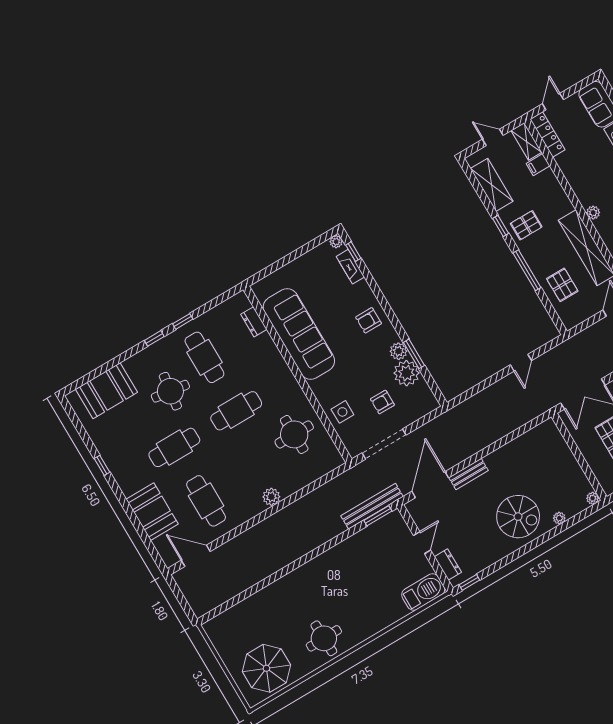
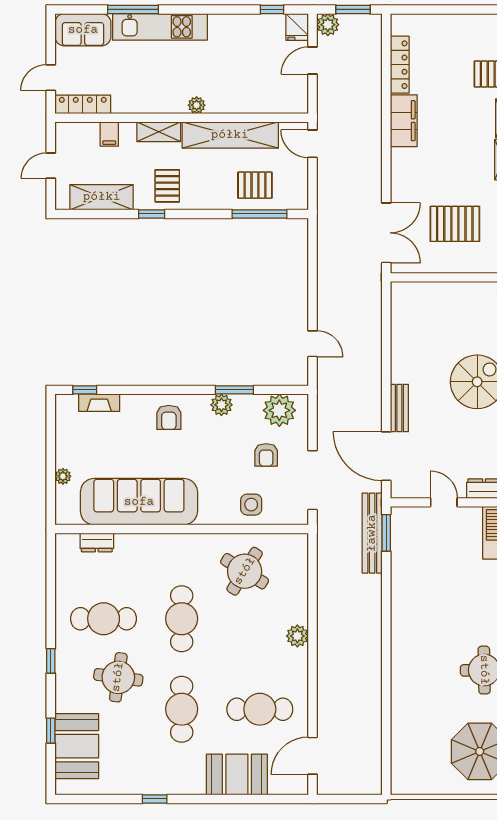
door: (553, 102) -> (51, 78), hinge flipped
shelving: (526, 141) -> (159, 132), moved
plant: (336, 242) -> (63, 476), moved
window: (527, 270) -> (260, 214), moved
window: (183, 321) -> (51, 731), moved
door: (521, 363) -> (313, 344), moved
plant: (407, 373) -> (279, 410), moved
round table: (294, 434) -> (245, 571), turned 32

